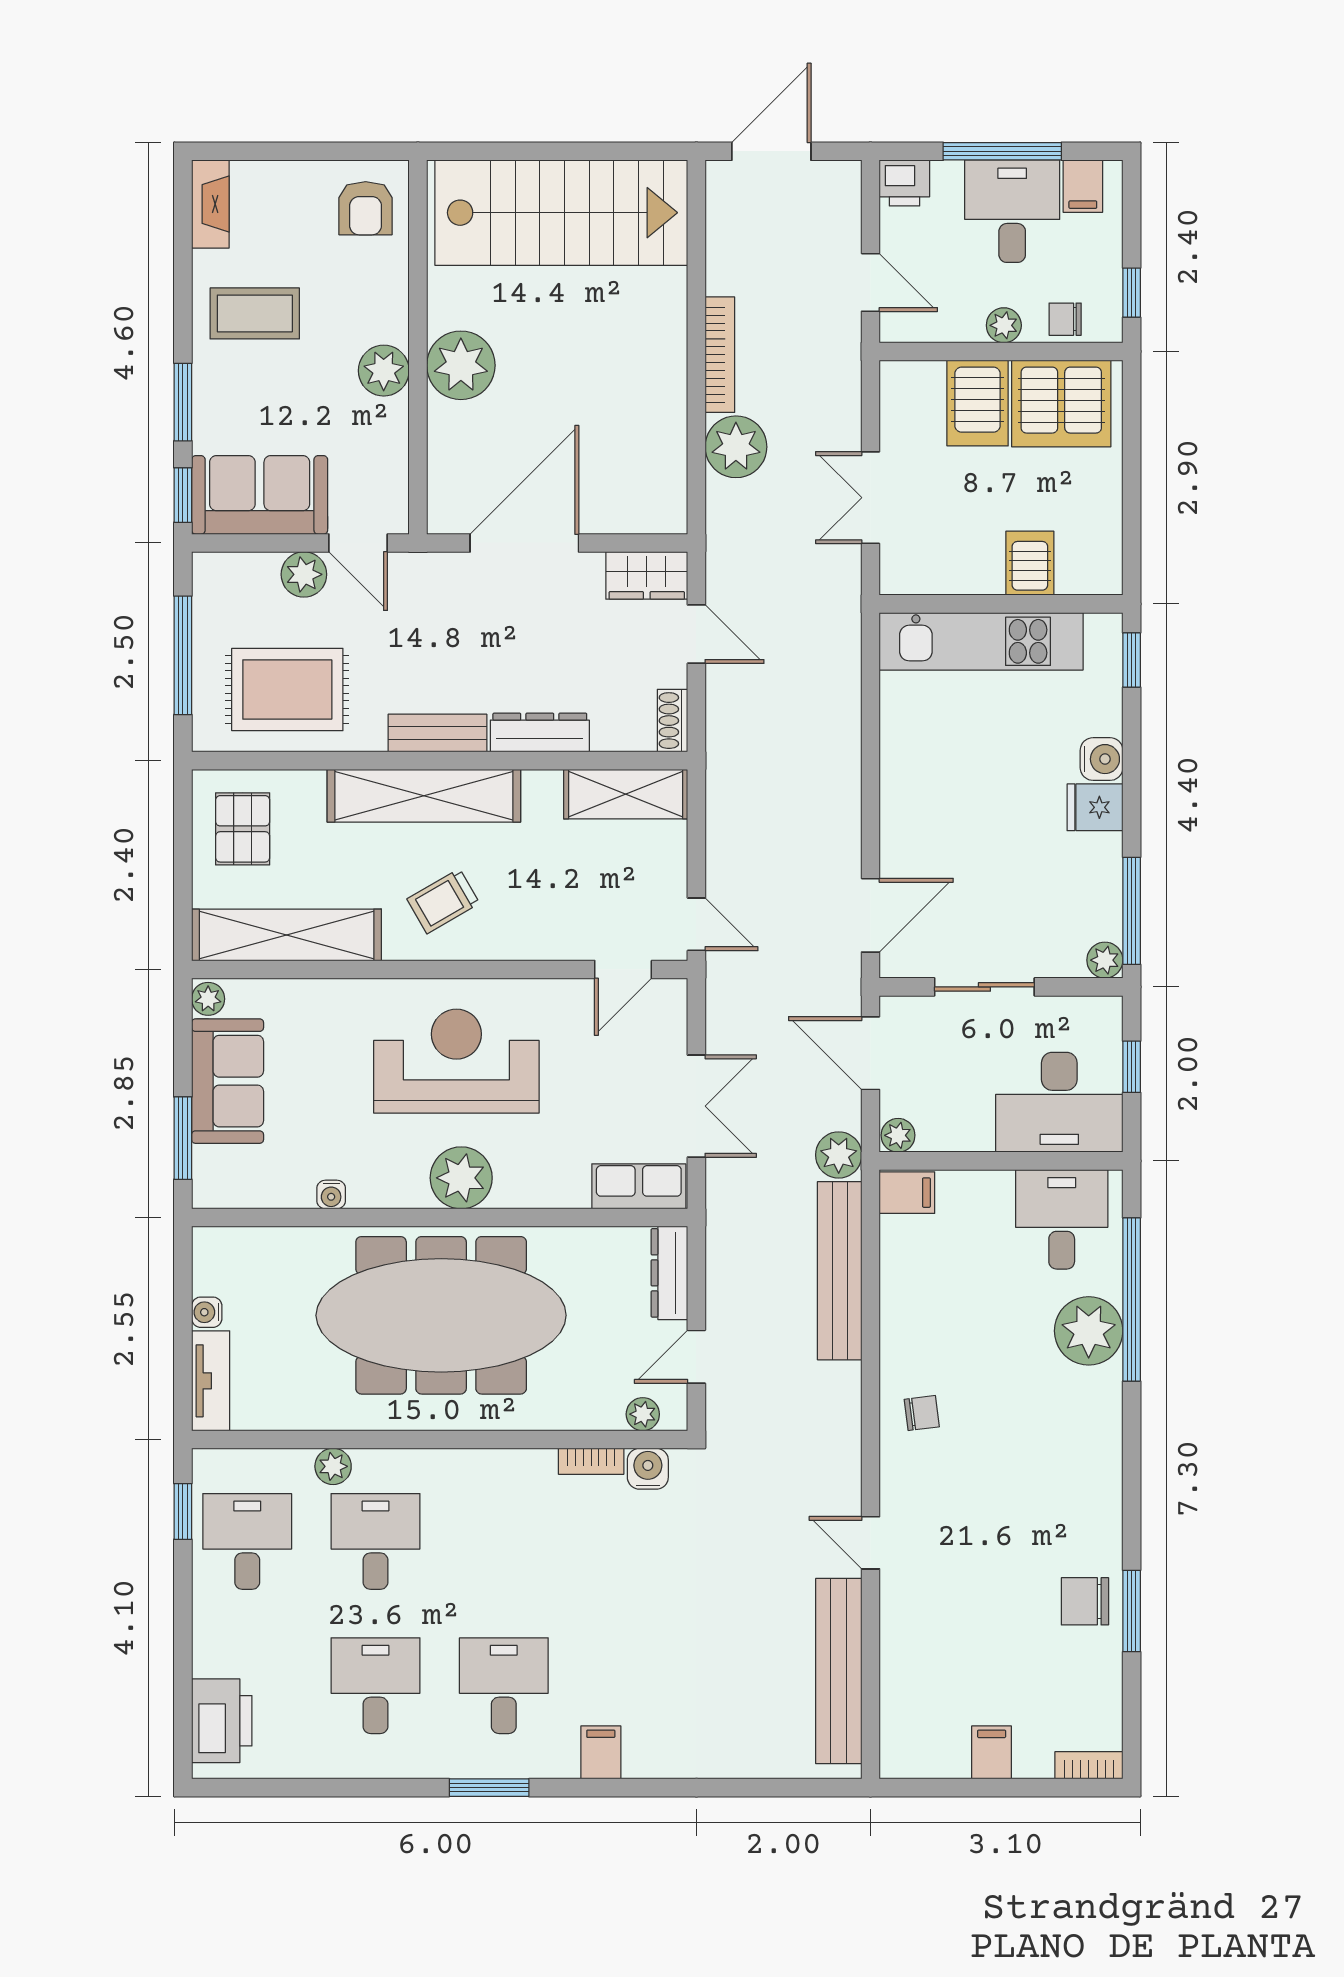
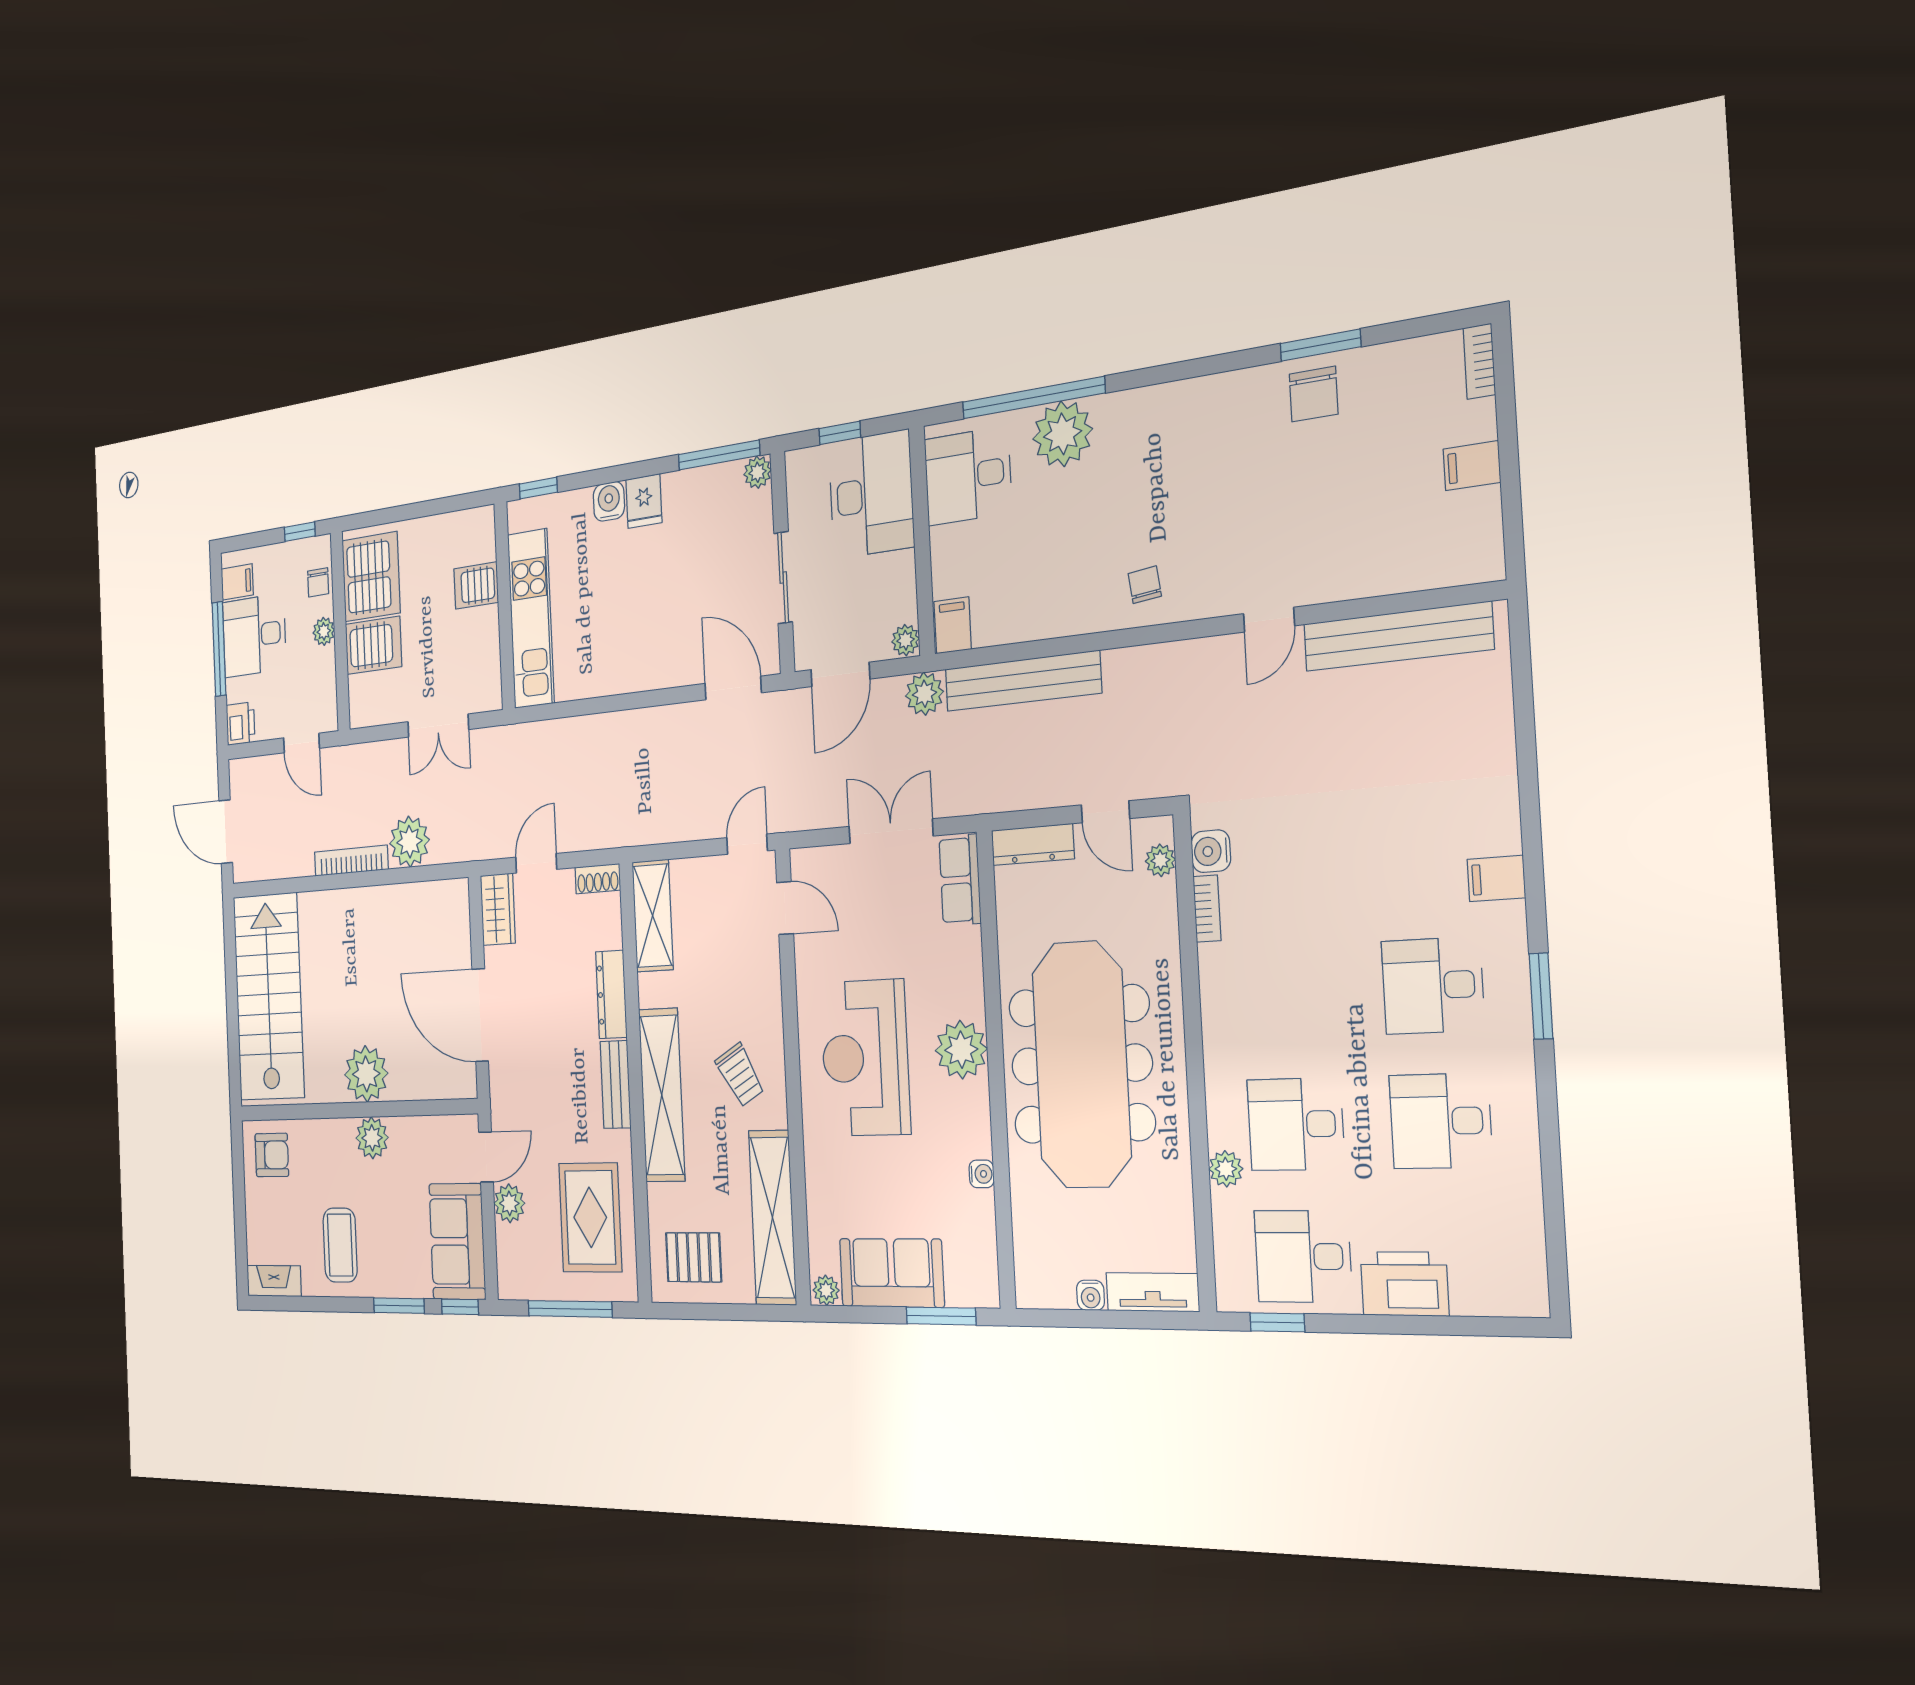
door: (870, 282) -> (302, 743), swing flipped
printer: (222, 1721) -> (1404, 1284), moved

